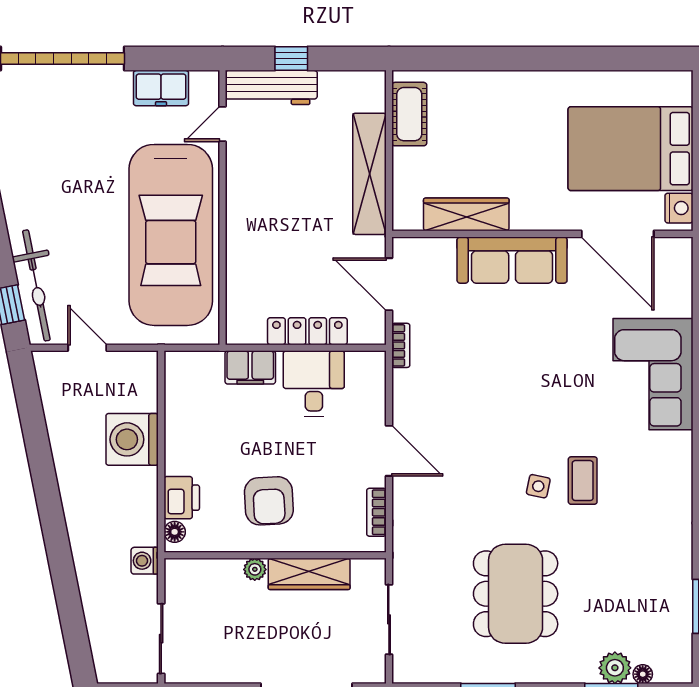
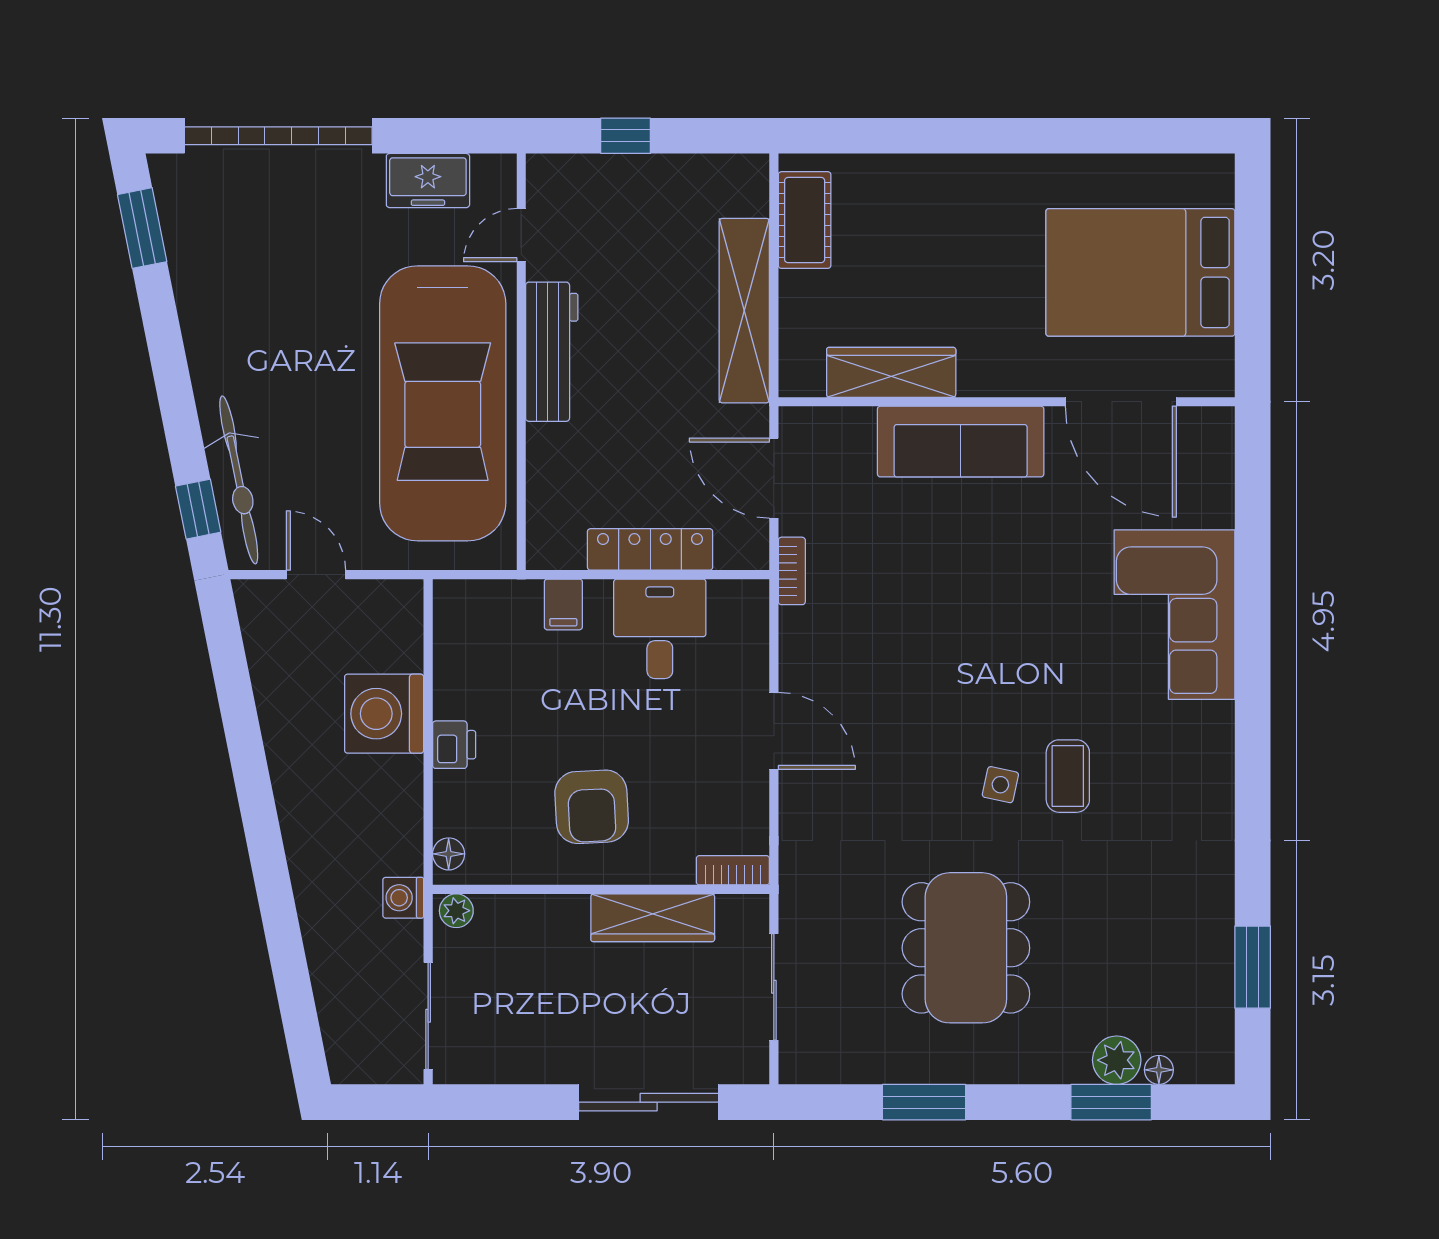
workbench: (271, 87) -> (552, 352), moved, turned -90
nightstand: (679, 208) -> (1214, 363), removed
filing cabinet: (250, 367) -> (563, 604), width x0.50
printer: (182, 498) -> (454, 745), moved, width x0.73, depth x0.81
bookcase: (376, 512) -> (733, 870), moved, turned 90
plant: (255, 569) -> (456, 911), moved

